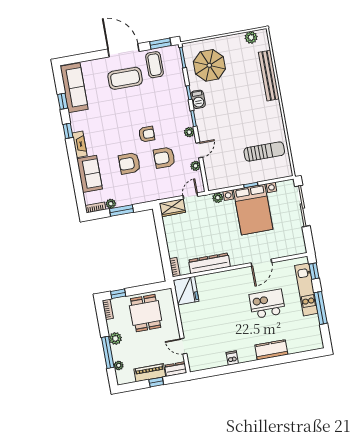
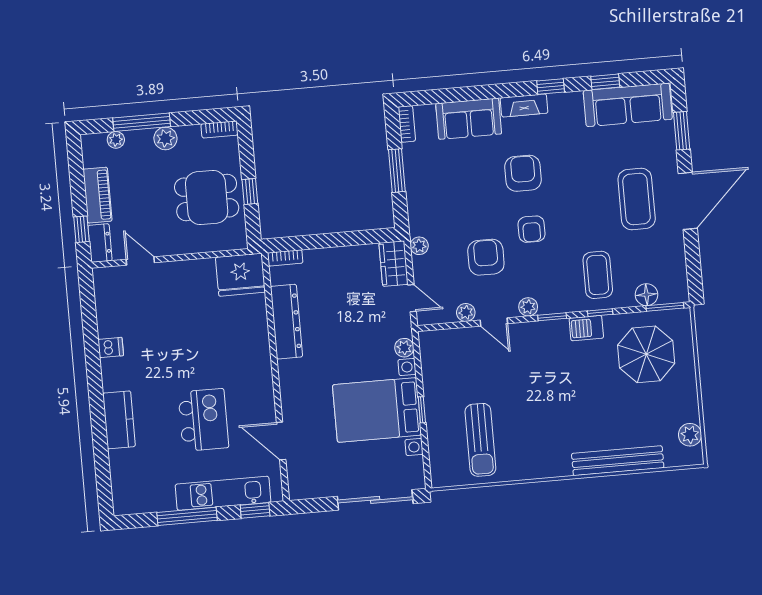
window: (160, 44) -> (682, 131), moved
coffee table: (155, 65) -> (598, 275), moved, turned 90
floor lamp: (177, 68) -> (646, 295), added
armchair: (129, 163) -> (523, 173), moved
plant: (111, 204) -> (419, 246), moved
door: (261, 263) -> (281, 441), moved
window: (118, 294) -> (250, 192), moved
door: (184, 346) -> (140, 261), hinge flipped
window: (156, 382) -> (81, 229), moved

